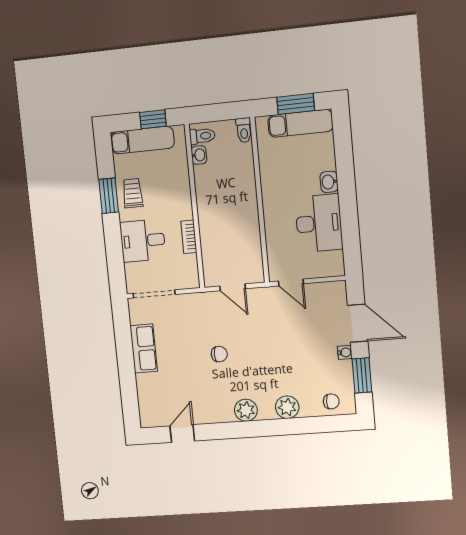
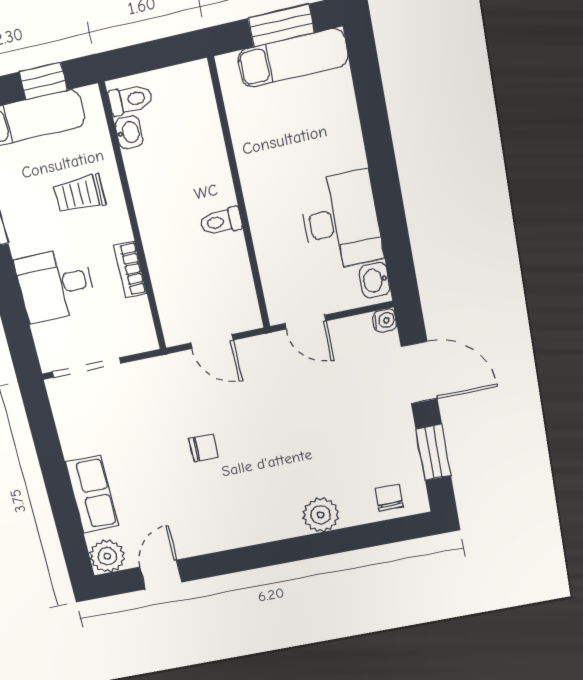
toilet: (244, 130) -> (221, 221), moved, turned 90
washbasin: (329, 182) -> (375, 280), moved
trolley: (133, 193) -> (80, 194), moved, turned -90
row of seats: (144, 348) -> (92, 494), moved
water cooler: (345, 352) -> (385, 321), moved
chair: (331, 401) -> (389, 498), turned -90
plant: (246, 410) -> (107, 556), moved

